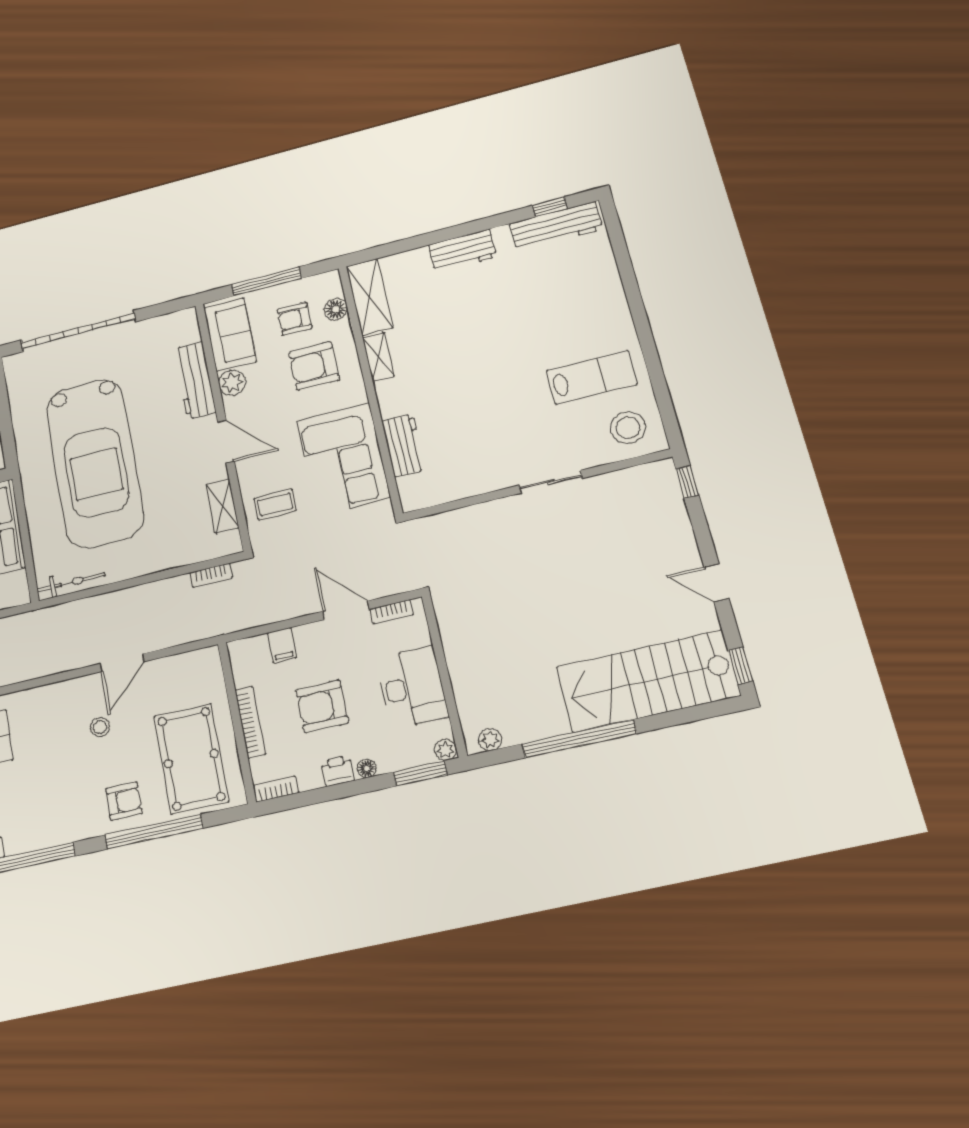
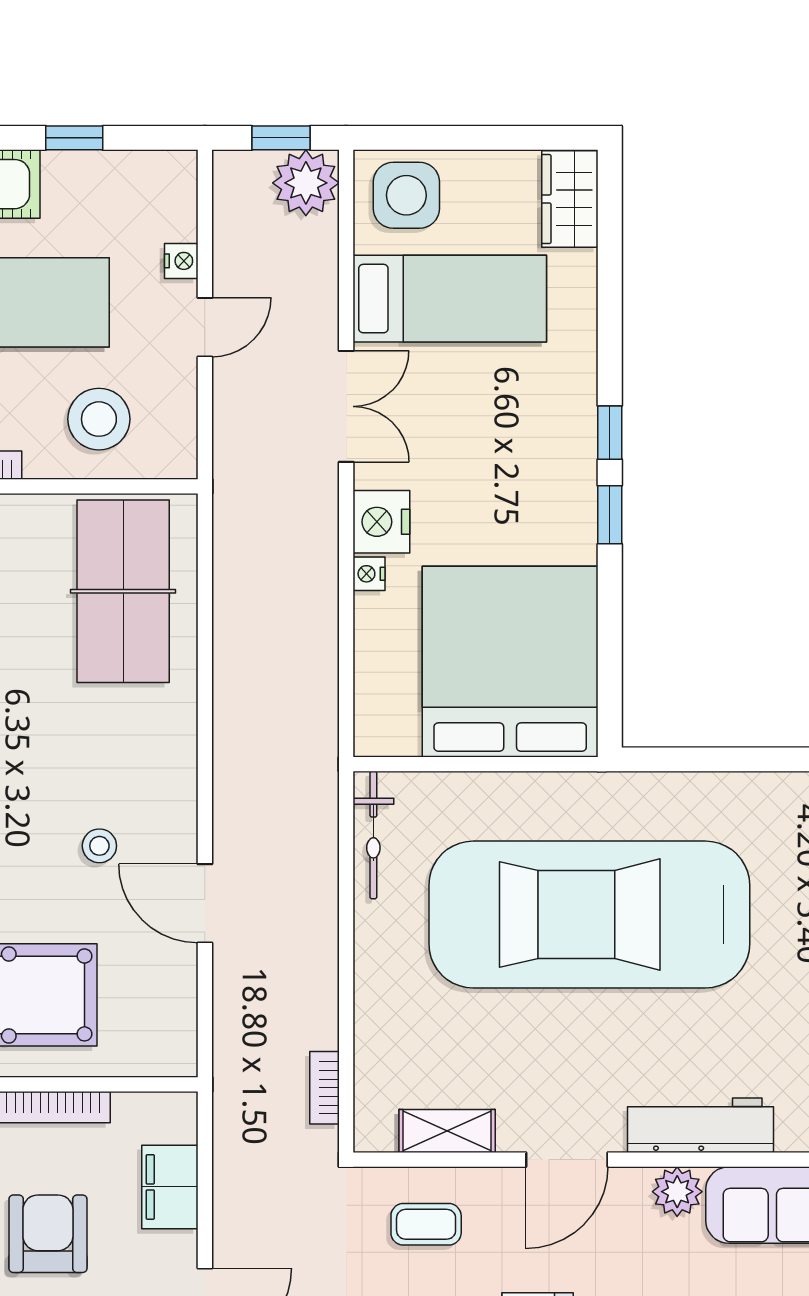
coffee table: (275, 504) -> (426, 1224), turned 90
filing cabinet: (282, 645) -> (170, 1187), width x2.00

